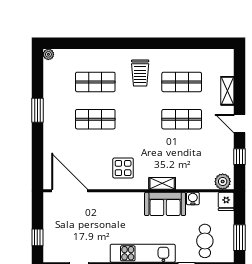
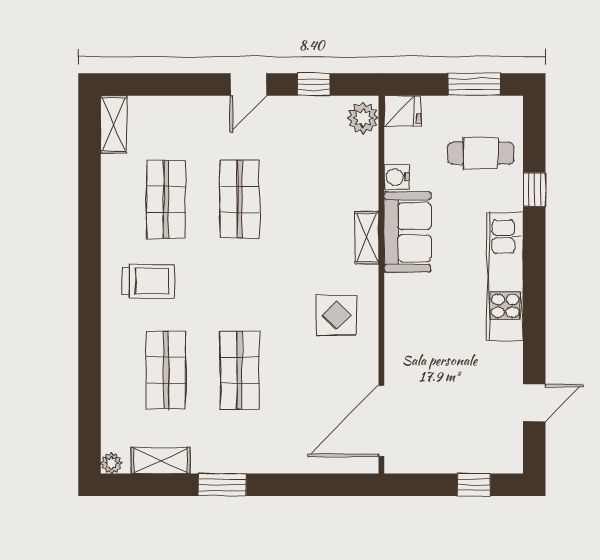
shelving: (50, 79) -> (161, 460), added
shelving: (227, 91) -> (114, 124), moved, turned 90

